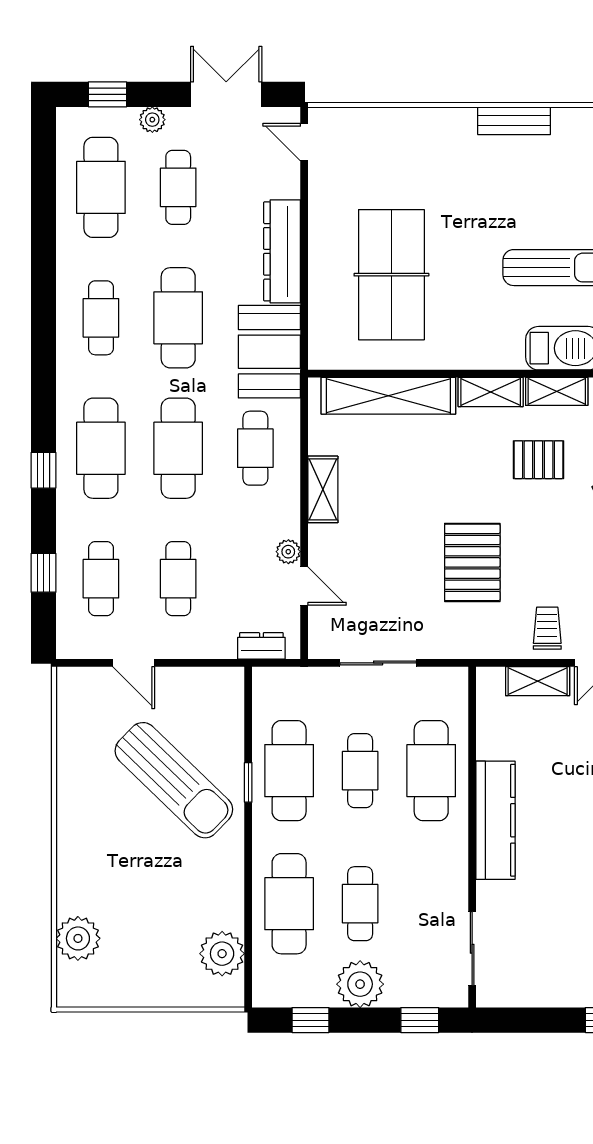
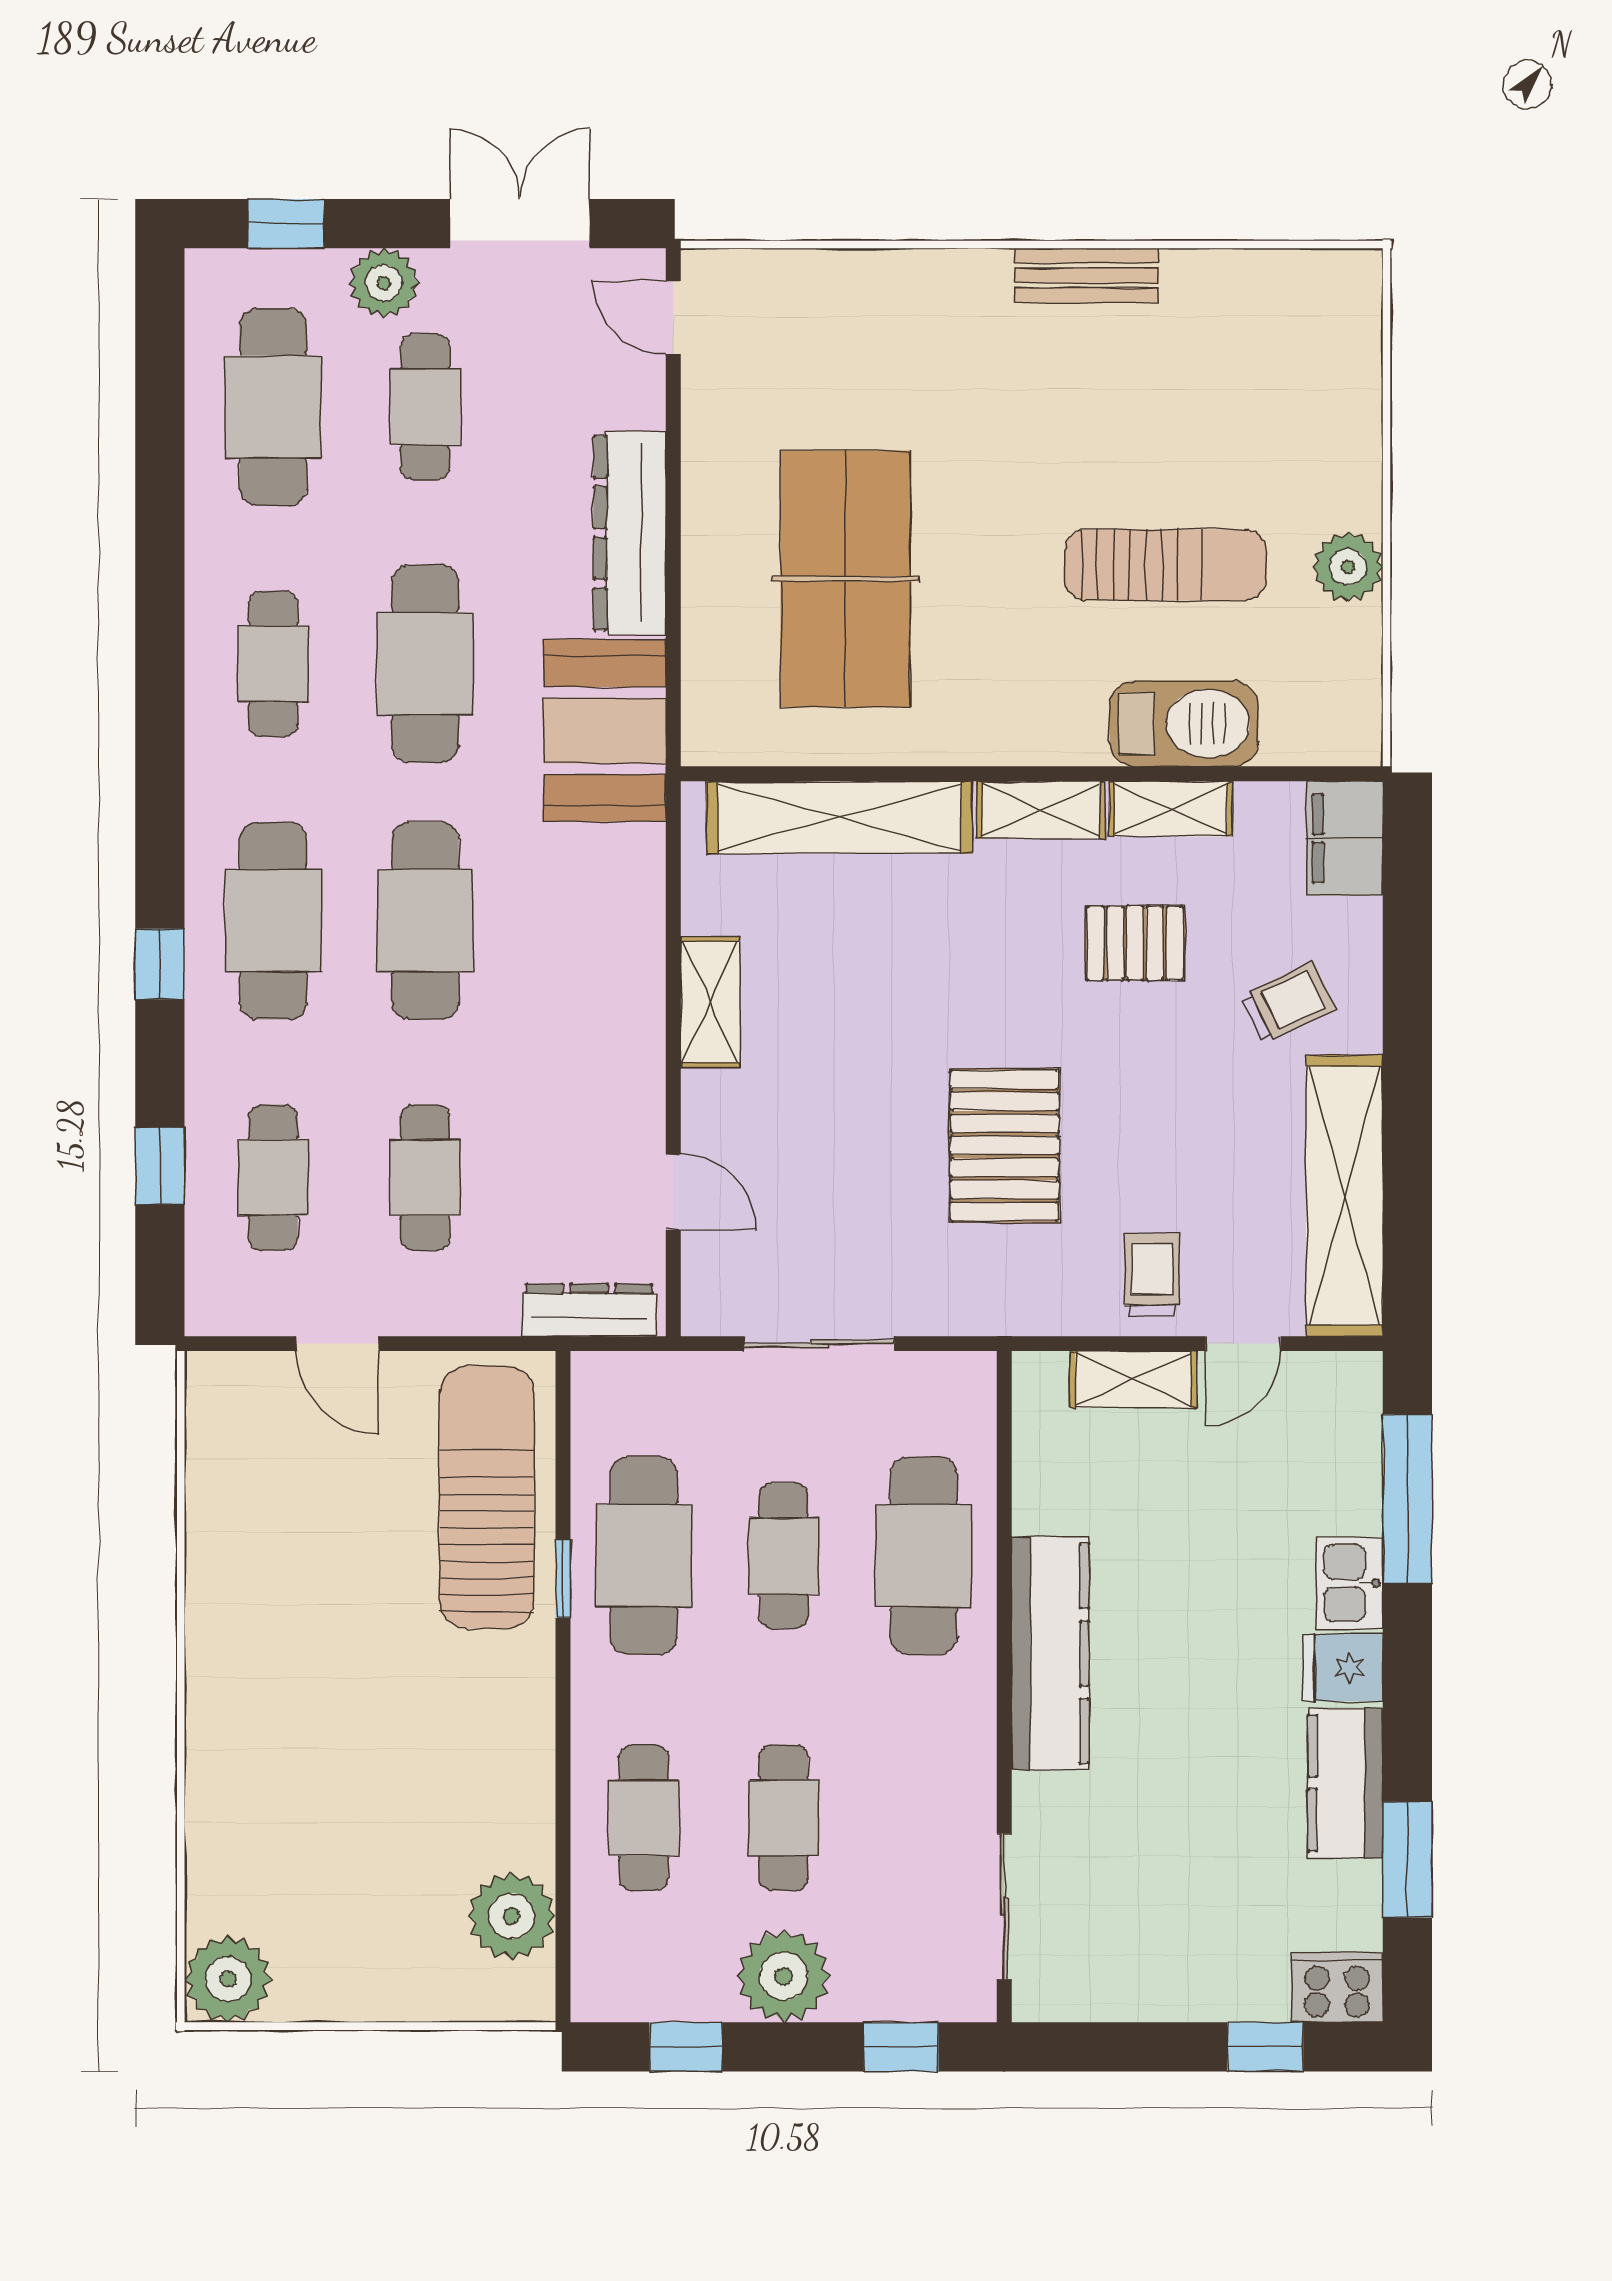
plant: (152, 120) -> (384, 283), width x1.38, depth x1.38
cafe table: (255, 448) -> (577, 921), removed
plant: (288, 552) -> (642, 1124), removed
dresser: (261, 646) -> (589, 1310), width x1.44
sun lounger: (174, 780) -> (487, 1497), moved, turned -134
cafe table: (289, 904) -> (644, 1818), width x0.73, depth x0.74
plant: (78, 938) -> (228, 1979), moved

